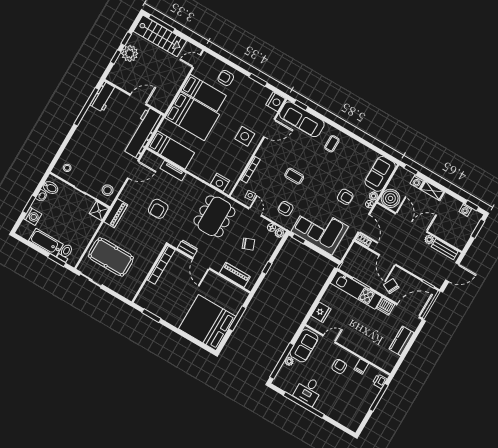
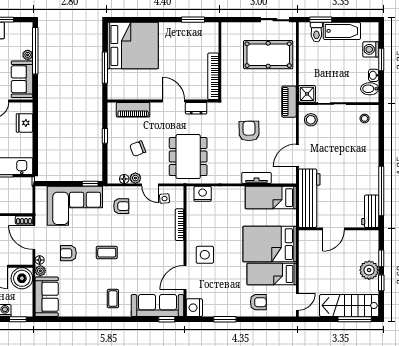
coffee table: (294, 176) -> (107, 253), moved
plant: (279, 233) -> (135, 178), moved

